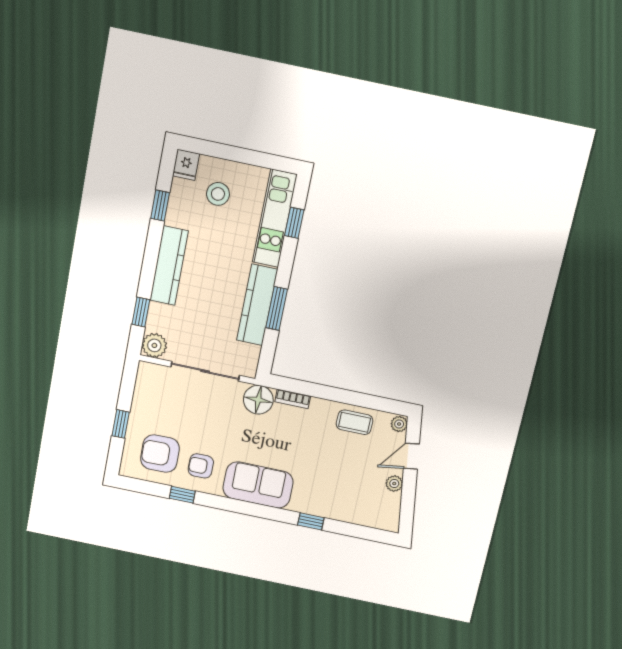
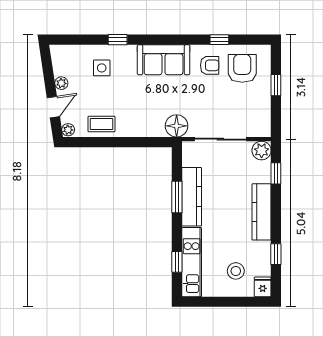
bookcase: (293, 399) -> (151, 132), removed
armchair: (160, 454) -> (242, 68), turned -89
side table: (339, 491) -> (102, 68), added

